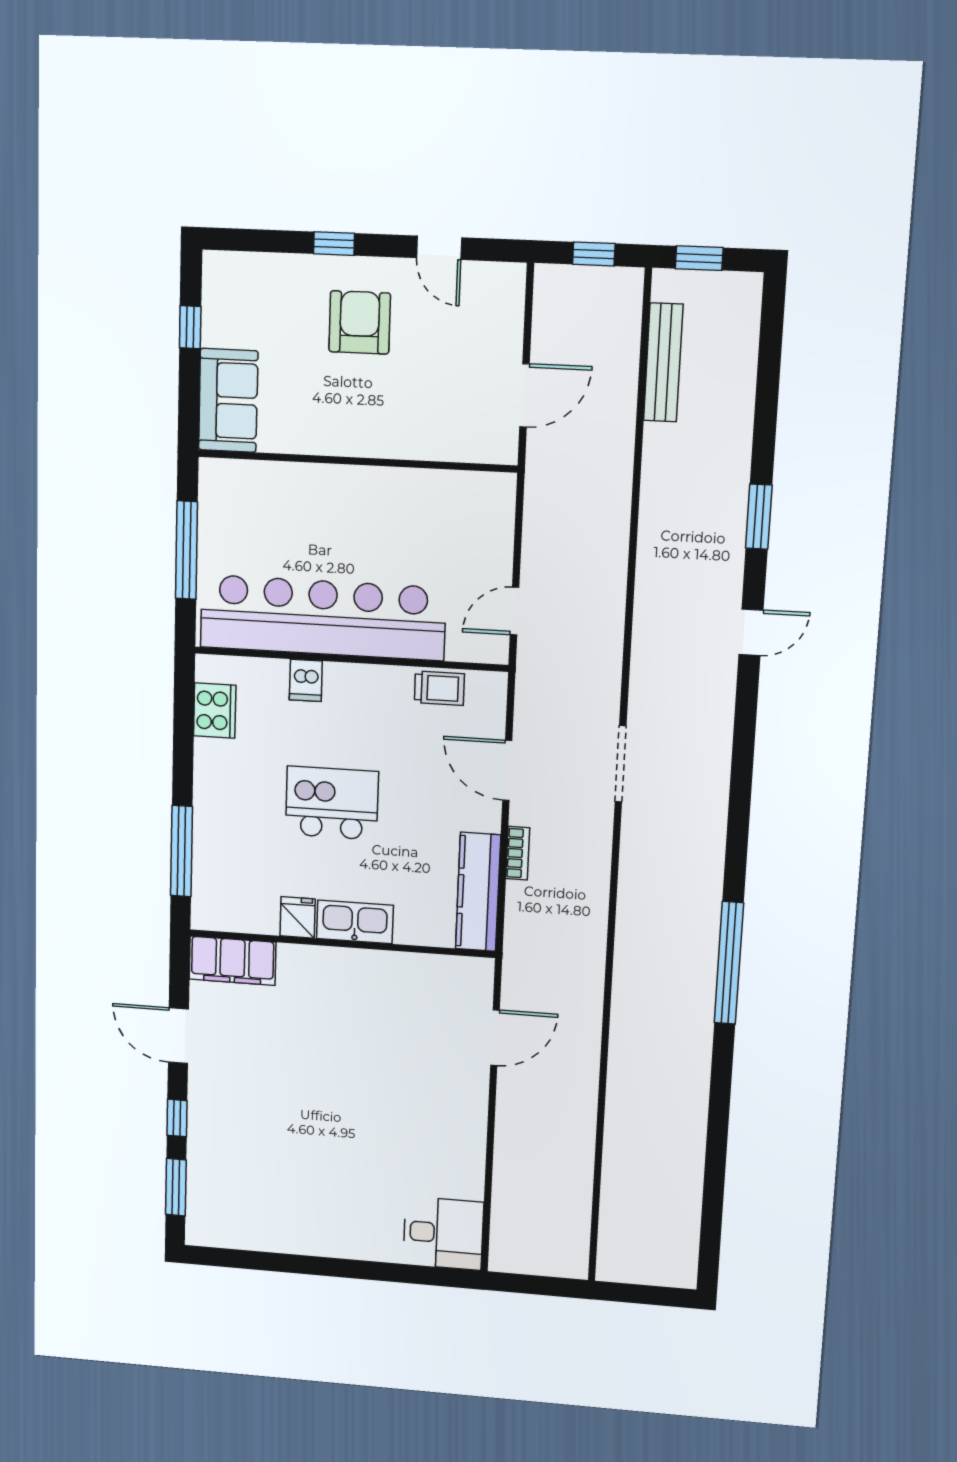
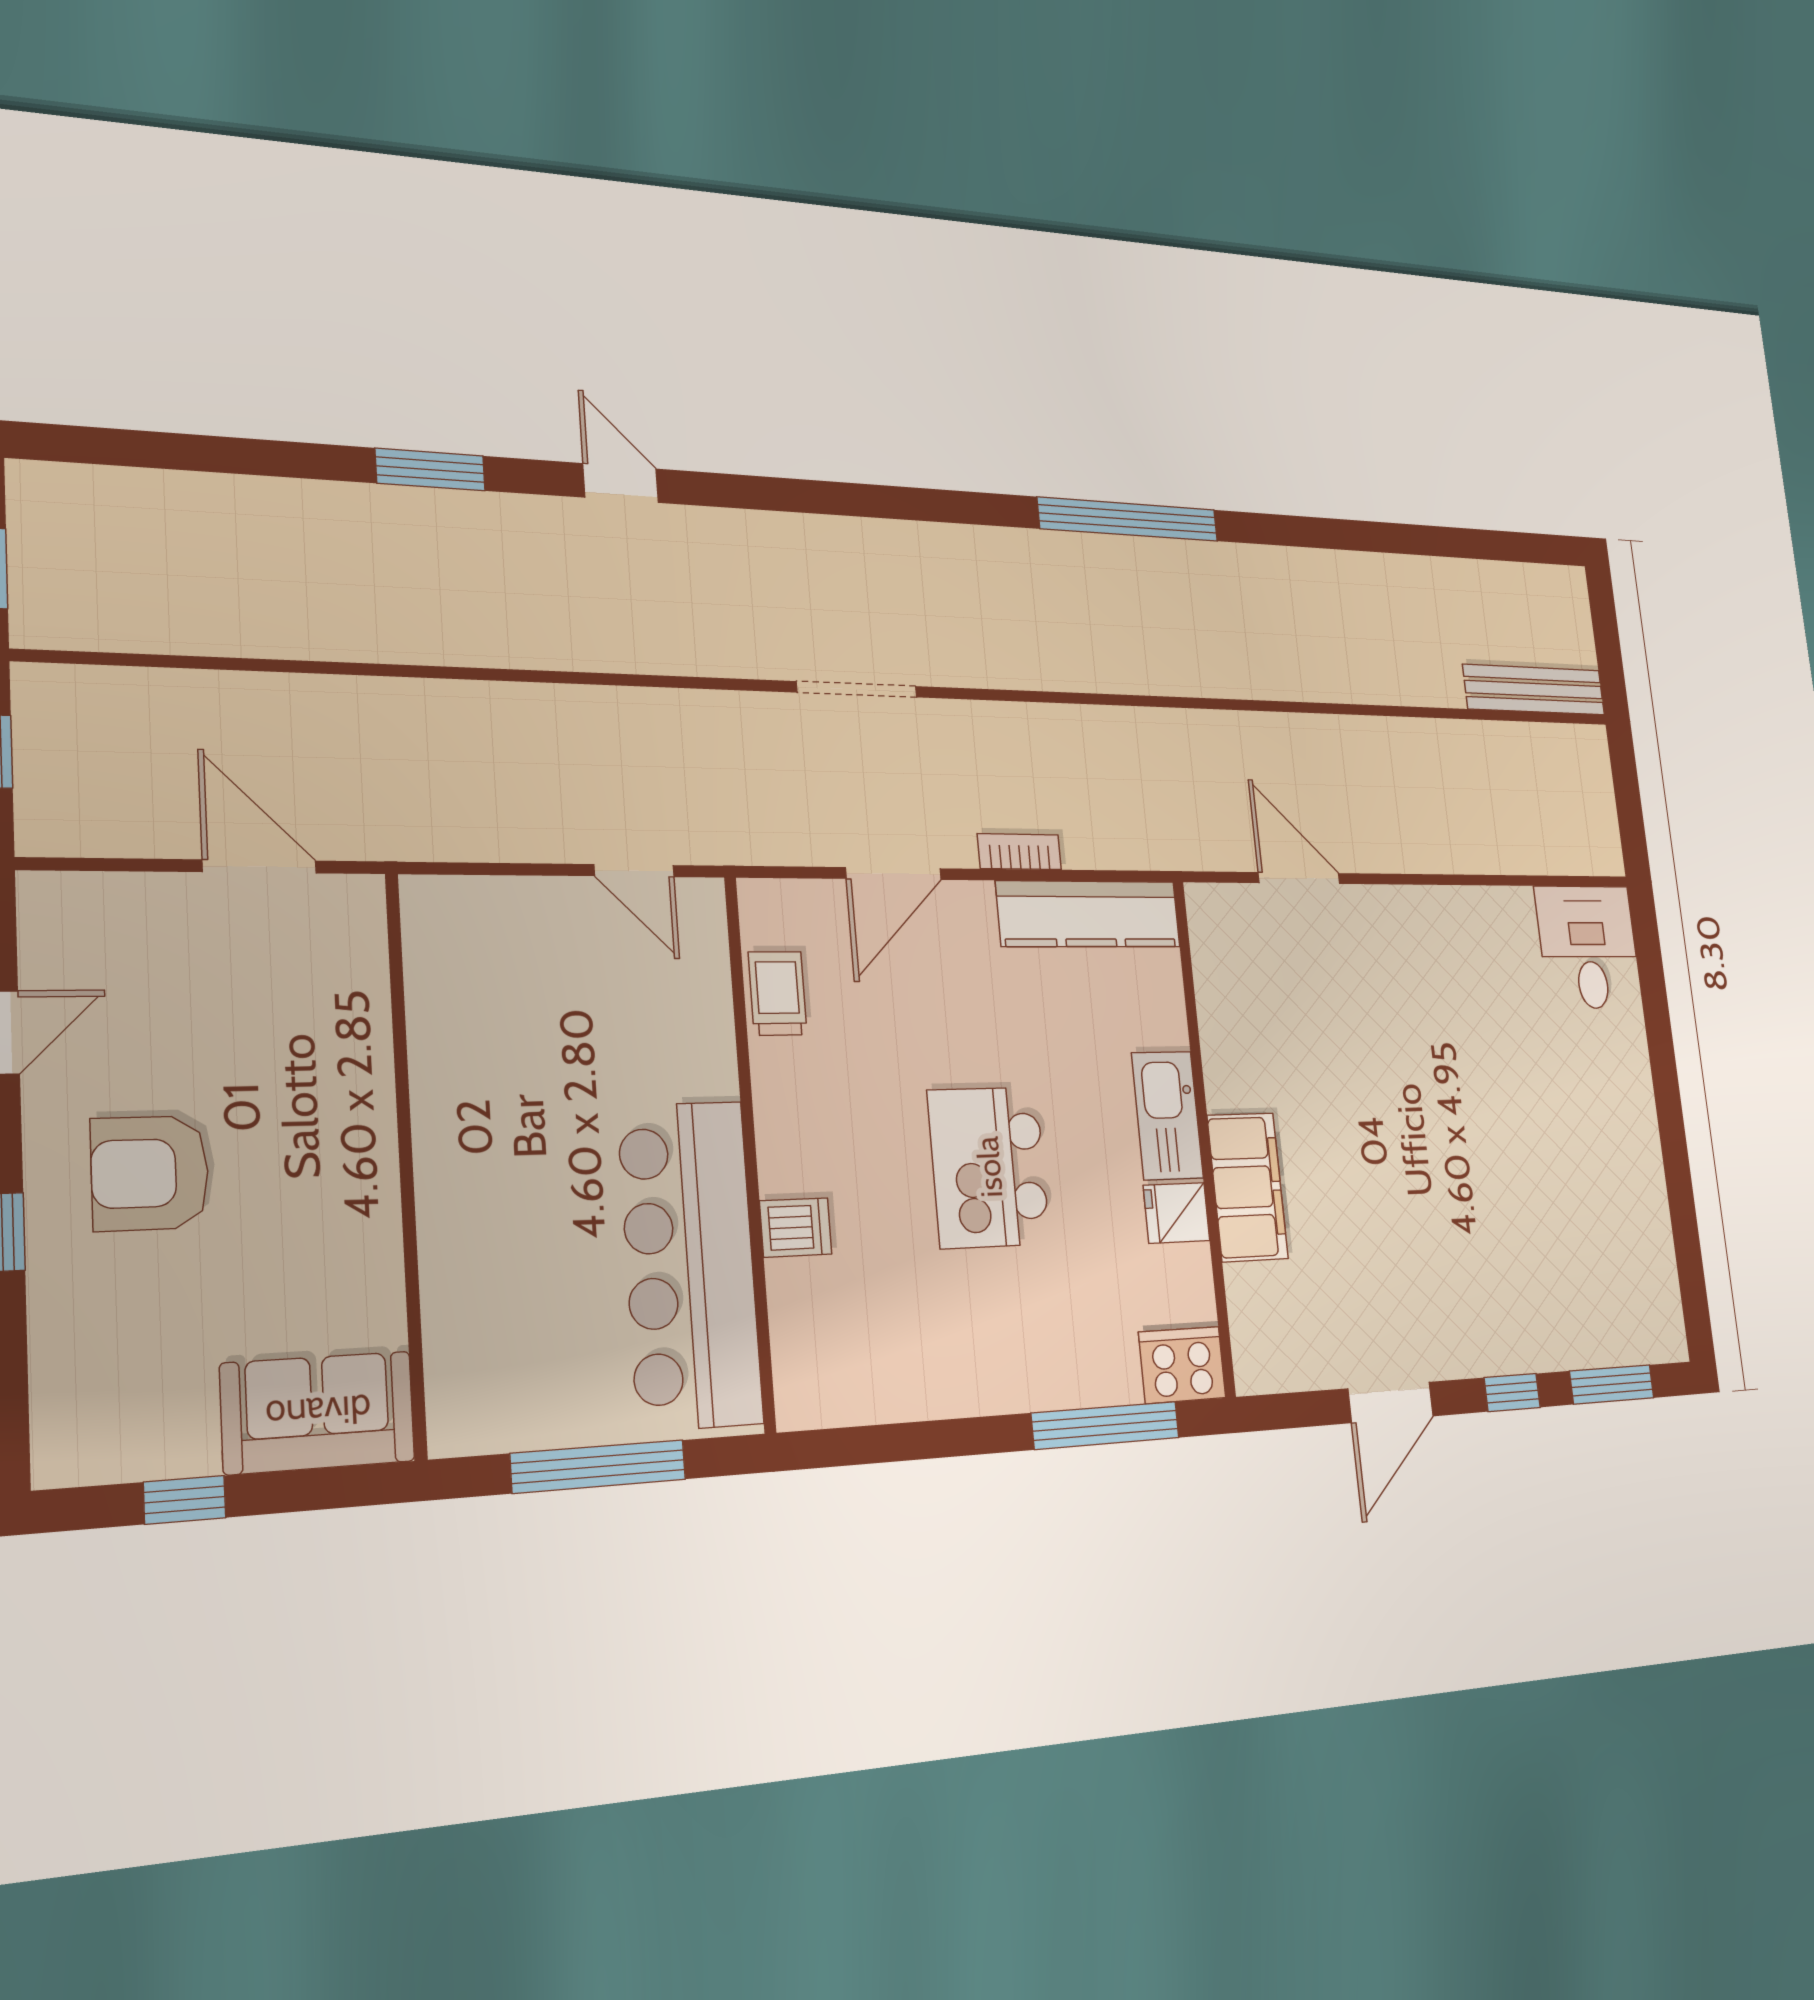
bench: (663, 362) -> (1534, 690), moved
bar counter: (322, 618) -> (690, 1264), width x0.73
cooker: (215, 710) -> (1182, 1365), moved
filing cabinet: (232, 961) -> (1248, 1187), moved

